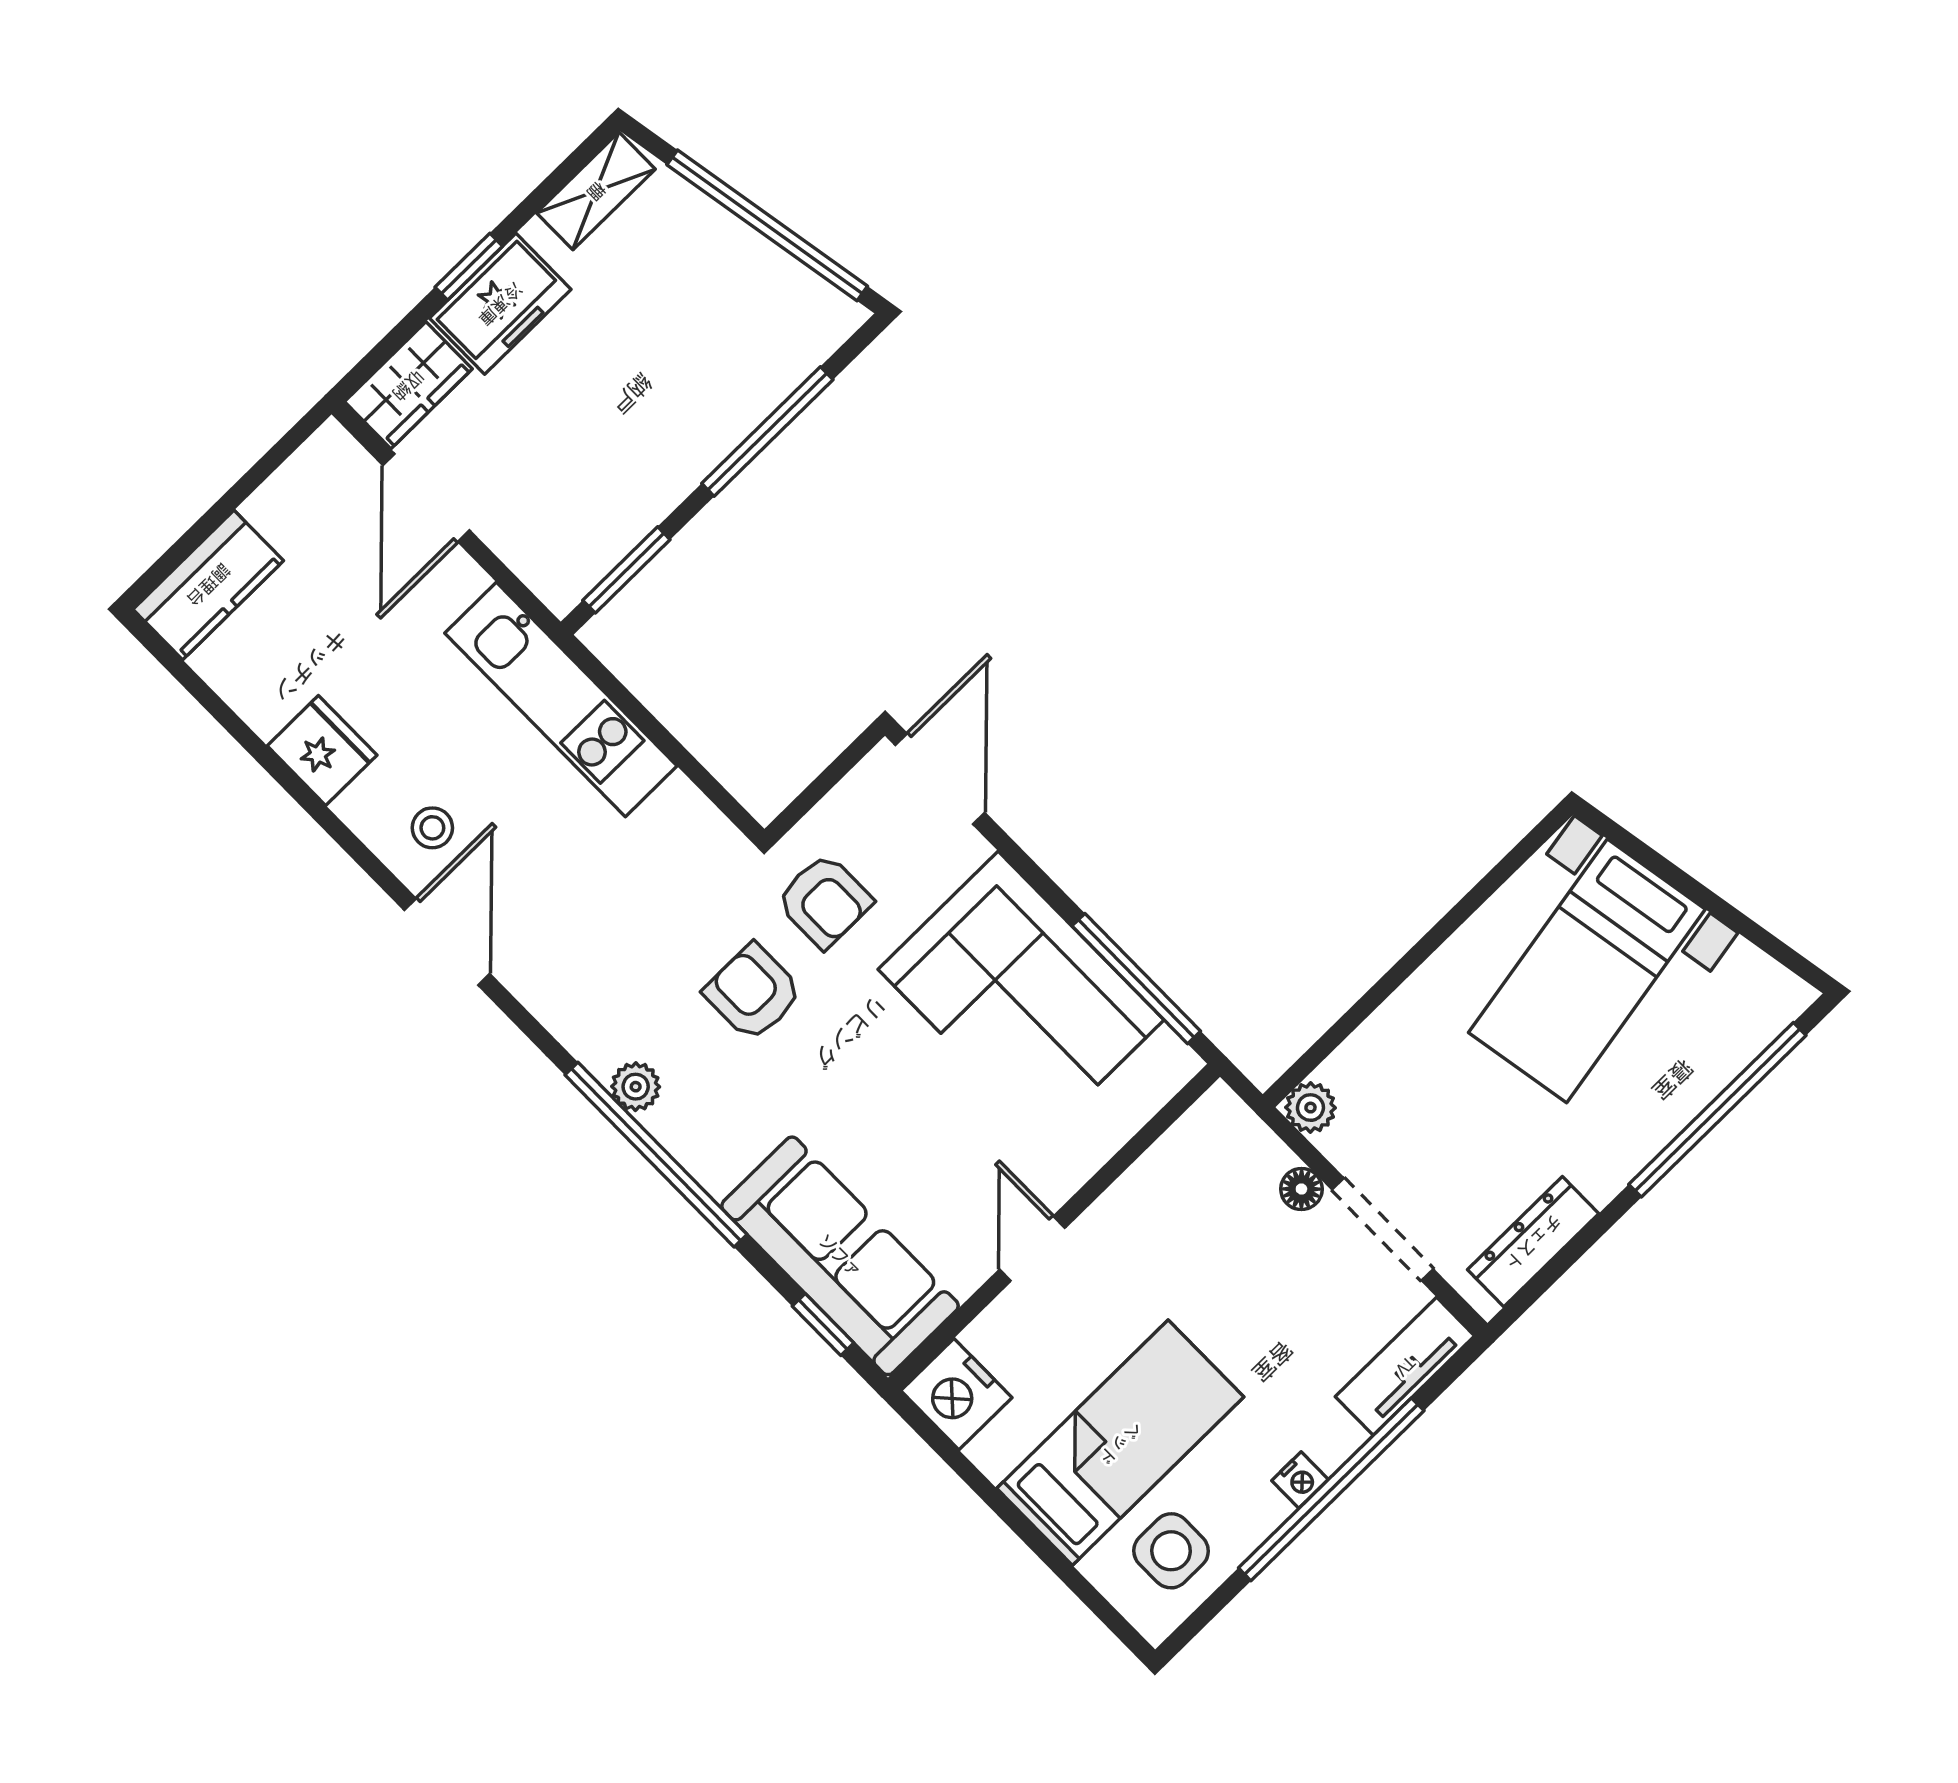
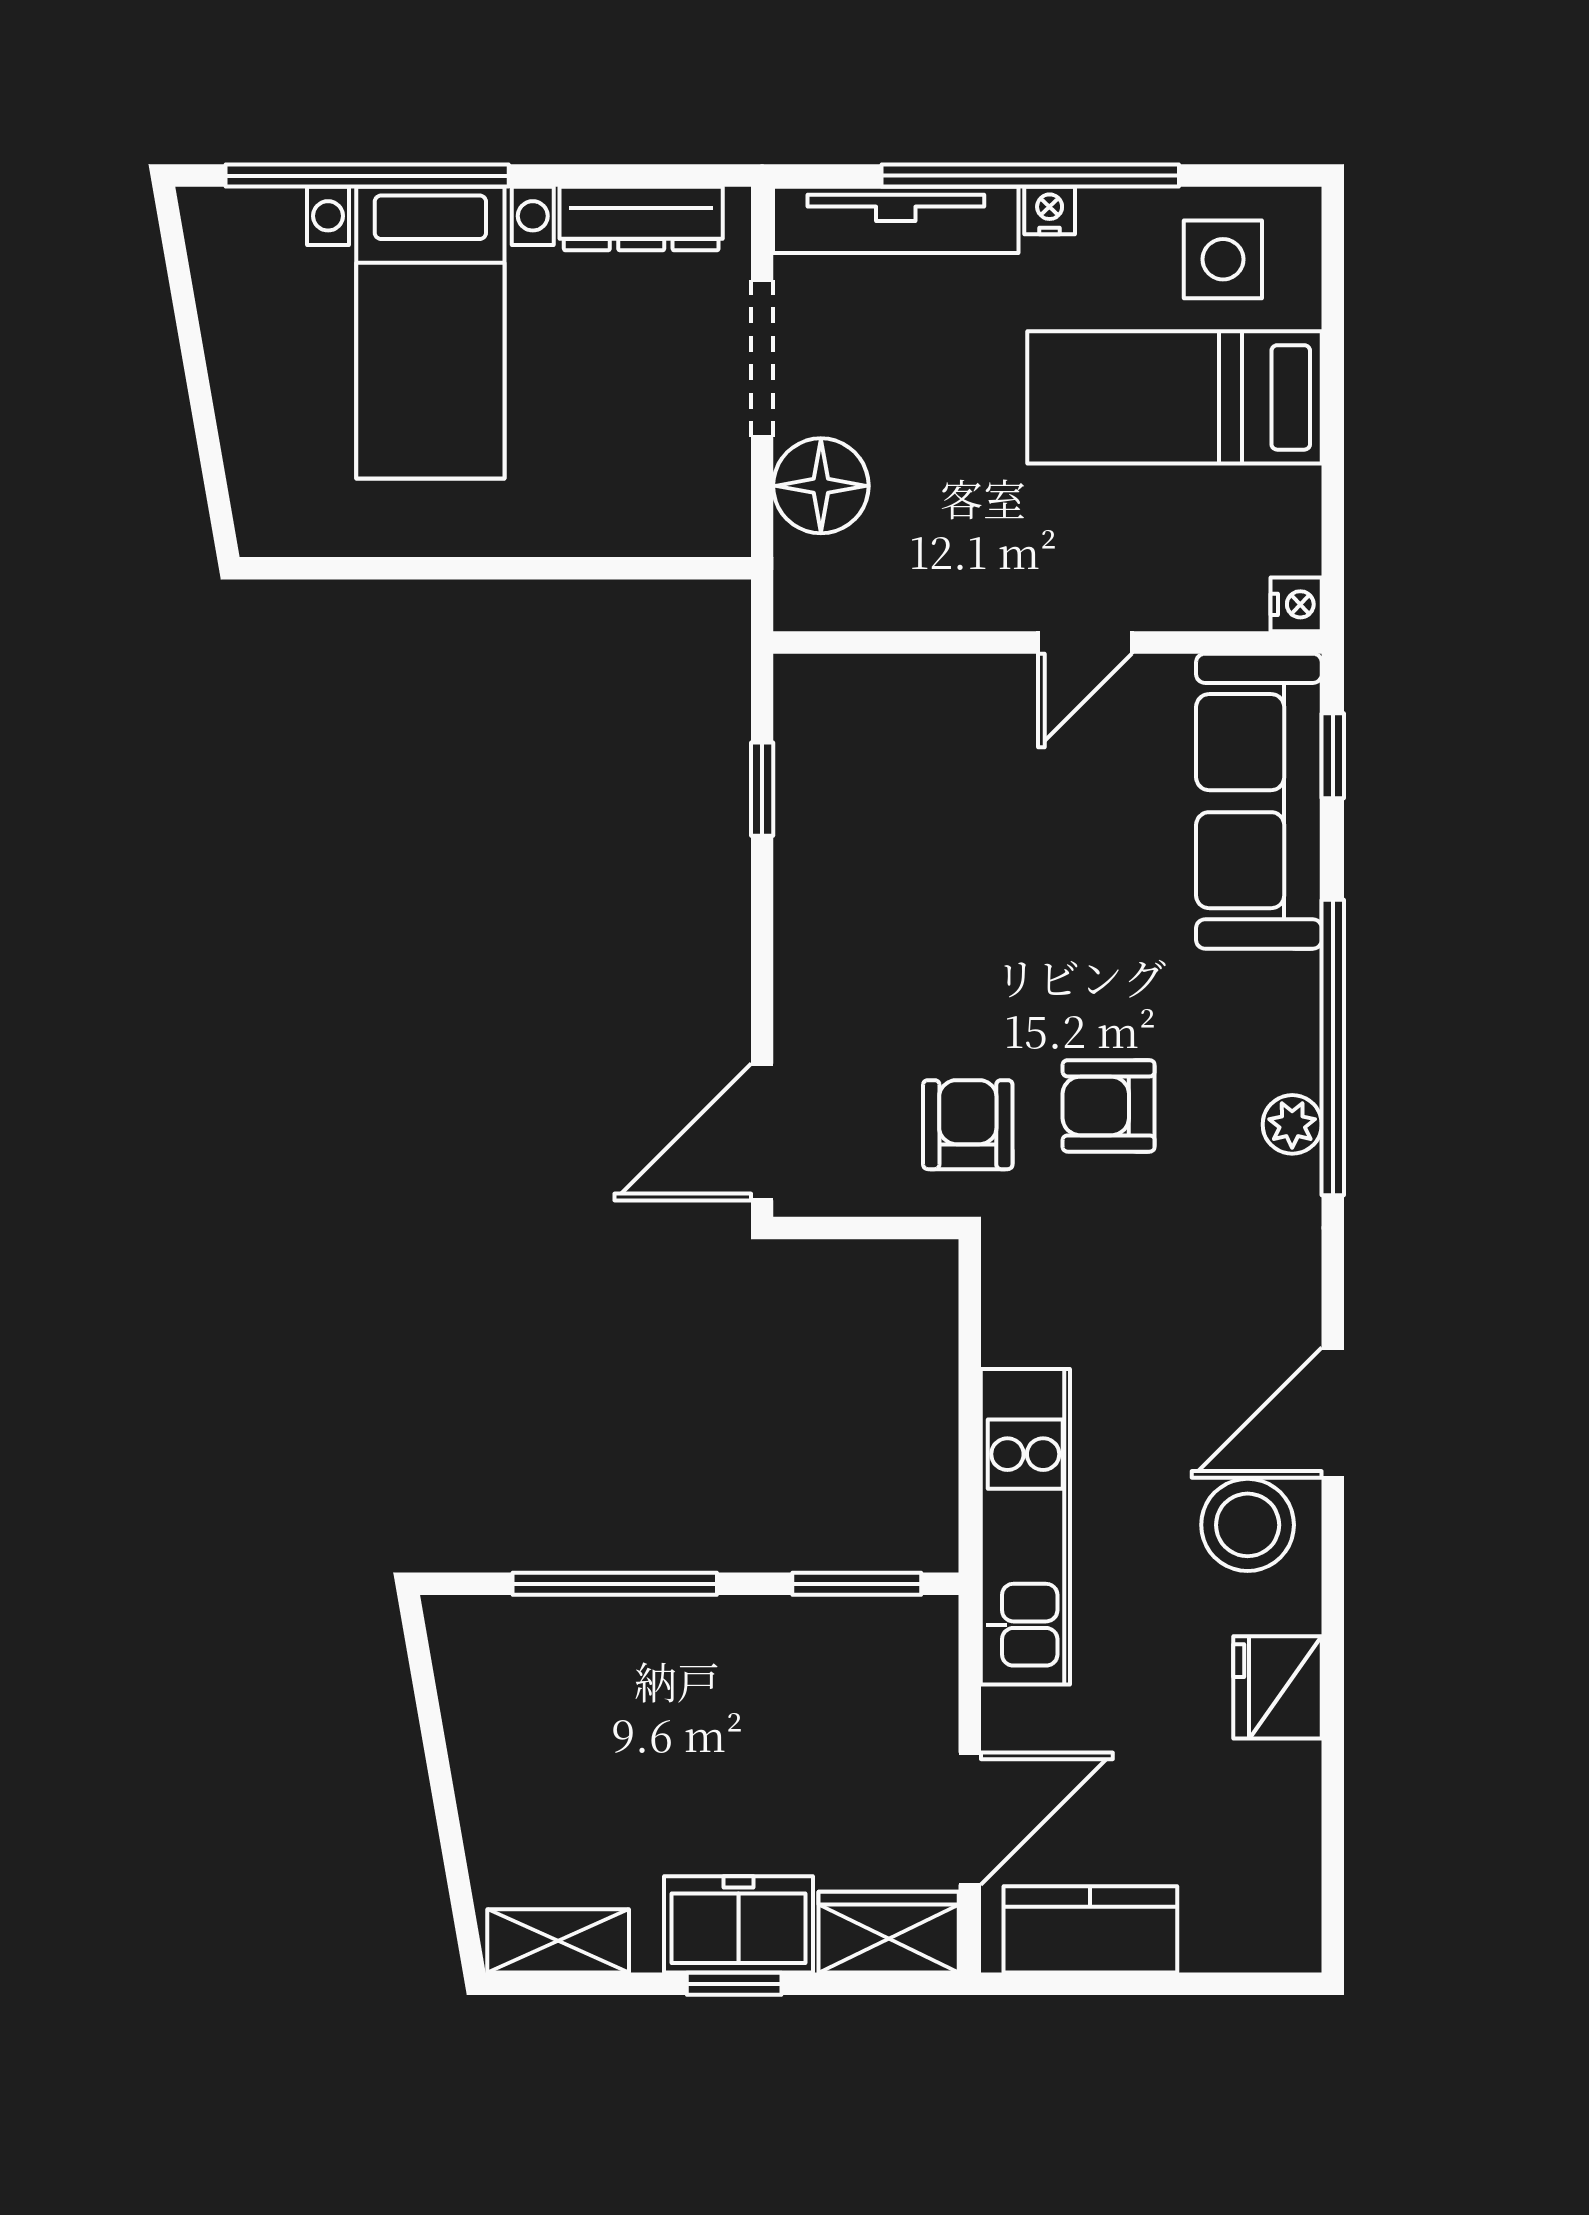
window: (767, 225) -> (438, 1764), removed
kitchen counter: (208, 585) -> (1090, 1929), moved
stool: (432, 828) -> (1248, 1525), width x1.89, depth x1.89
bed with nightstands: (1587, 971) -> (430, 333), moved, turned 100
window: (1136, 979) -> (762, 789), width x0.46
armchair: (753, 992) -> (1109, 1106), turned 90
corner sofa: (1021, 995) -> (877, 874), removed
plant: (1310, 1108) -> (721, 527), removed
floor lamp: (1301, 1189) -> (821, 486), width x1.89, depth x1.89
tv unit: (1405, 1366) -> (896, 220), width x1.41
nightstand: (956, 1394) -> (1296, 604), width x0.53, depth x0.56

